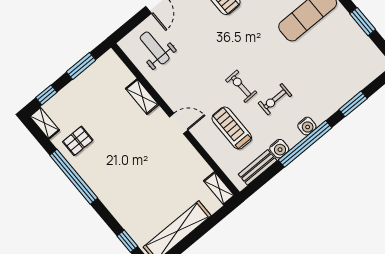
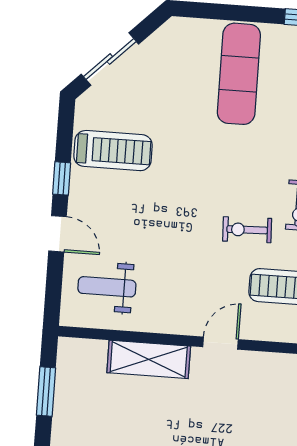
shelving: (142, 97) -> (149, 359), width x1.50, depth x1.33

